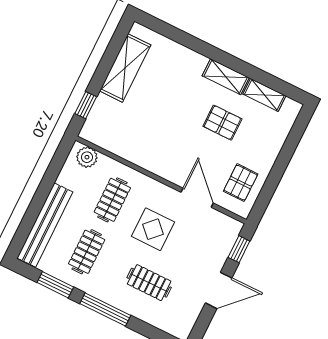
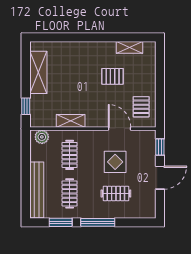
shelving: (226, 77) -> (71, 121), moved
display table: (153, 229) -> (115, 162), moved

